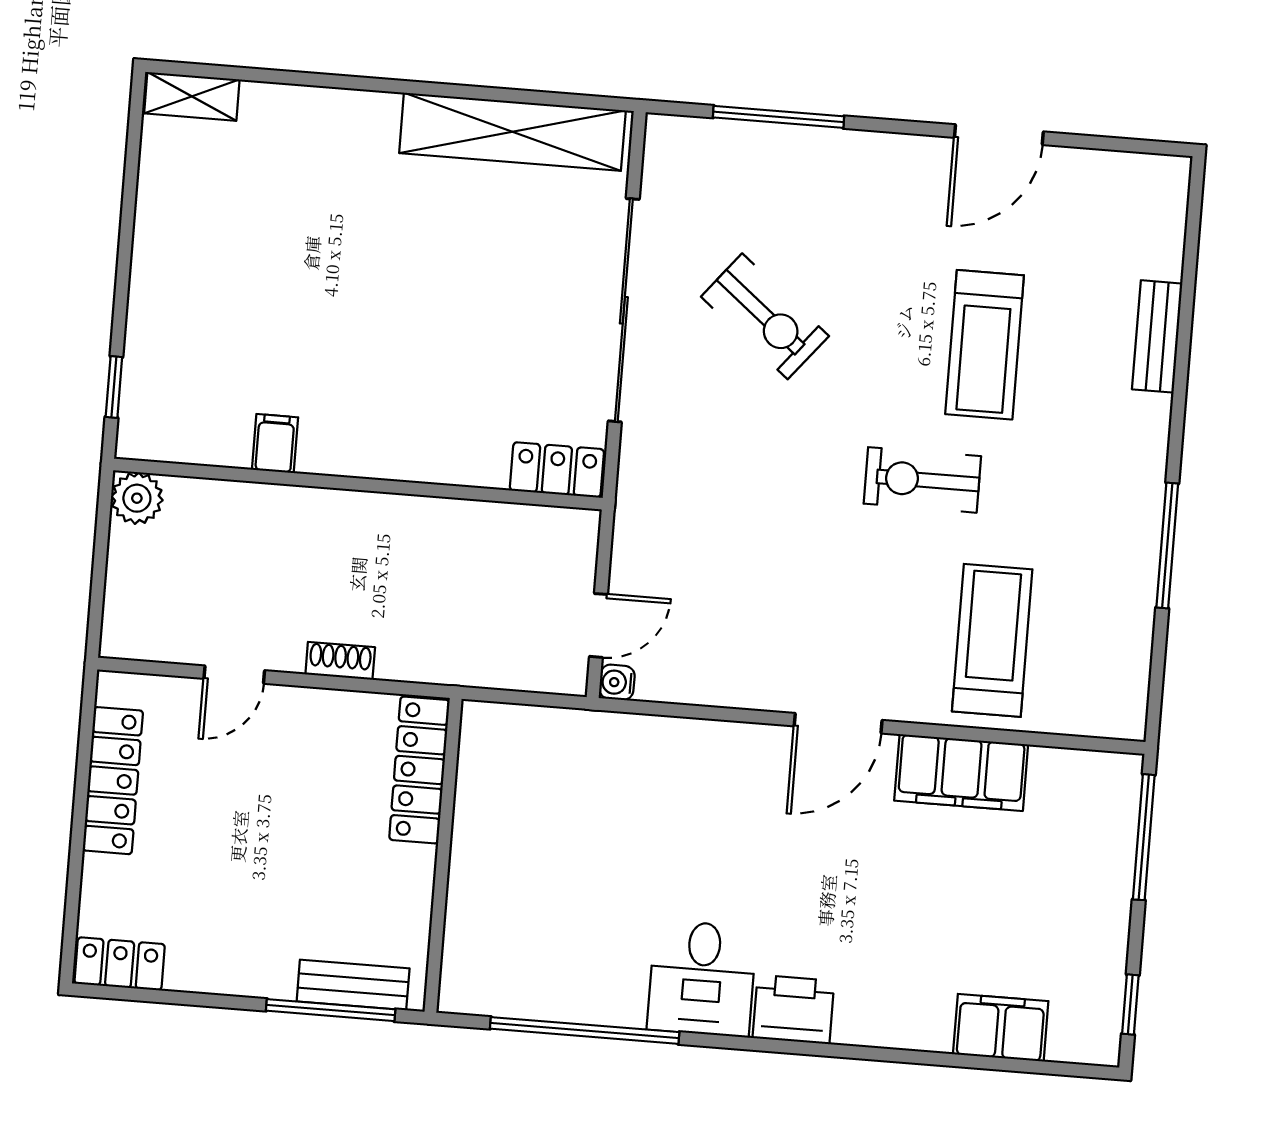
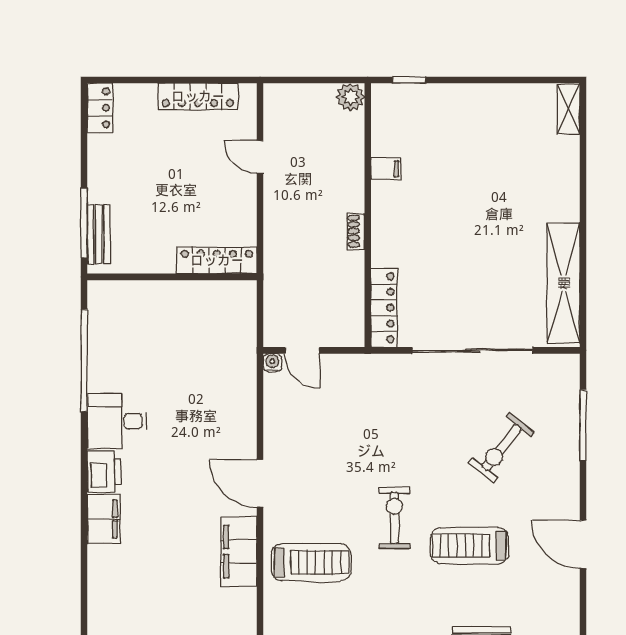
exercise bike: (765, 316) -> (502, 448), moved
locker: (557, 470) -> (384, 308), width x1.53
shoe rack: (340, 661) -> (356, 231), moved, turned 180
filing cabinet: (1001, 1028) -> (104, 519), moved

